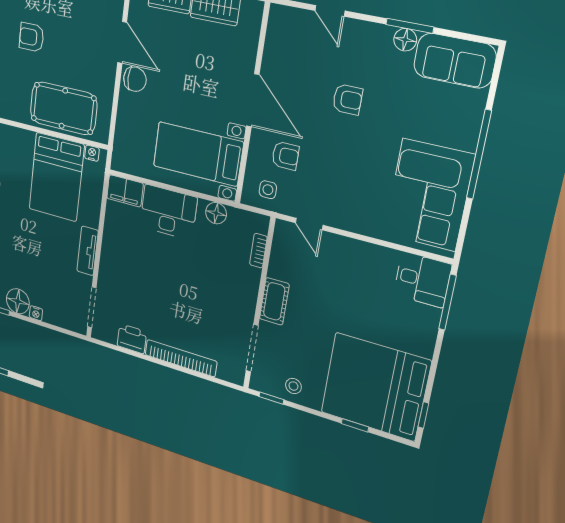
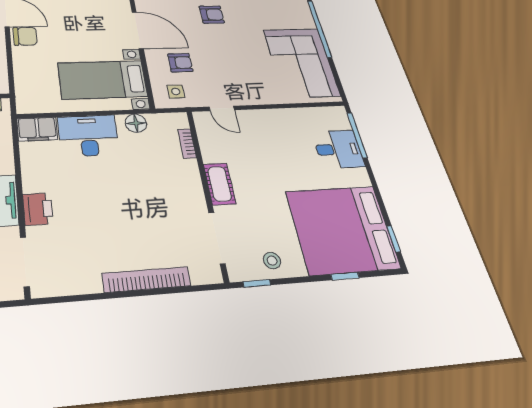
desk: (422, 280) -> (338, 149), moved
printer: (132, 339) -> (38, 209), moved, turned 90

